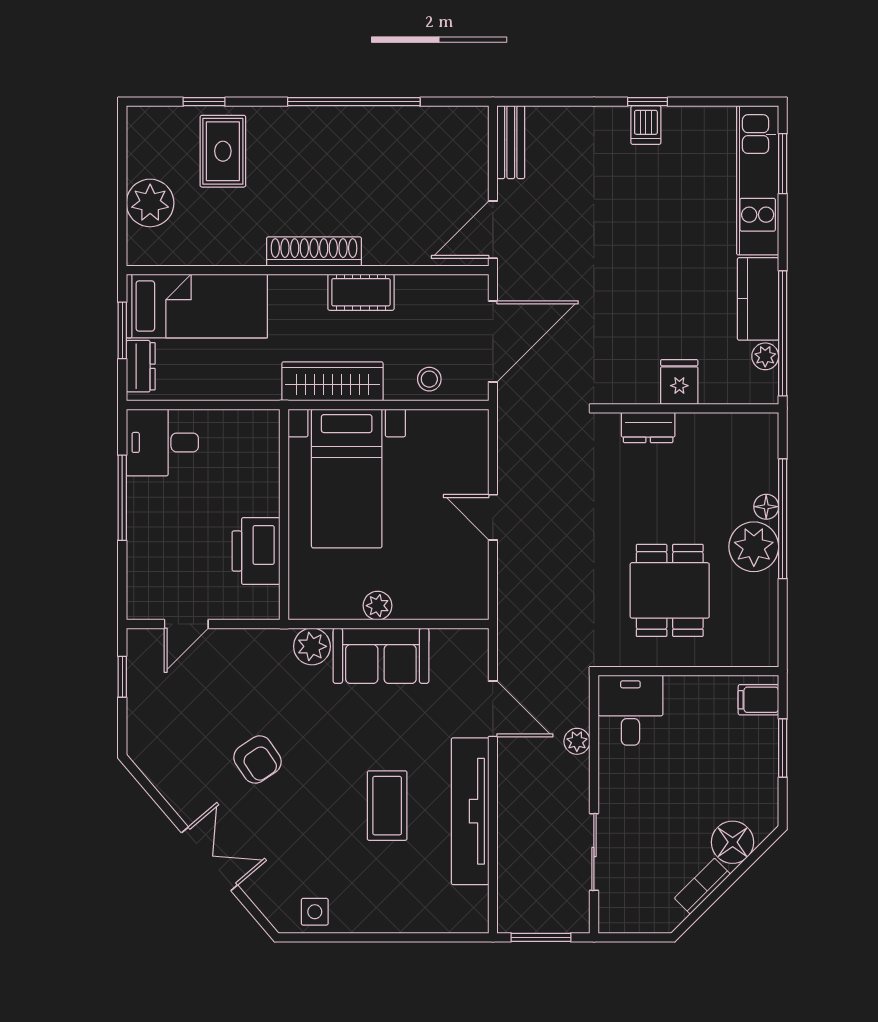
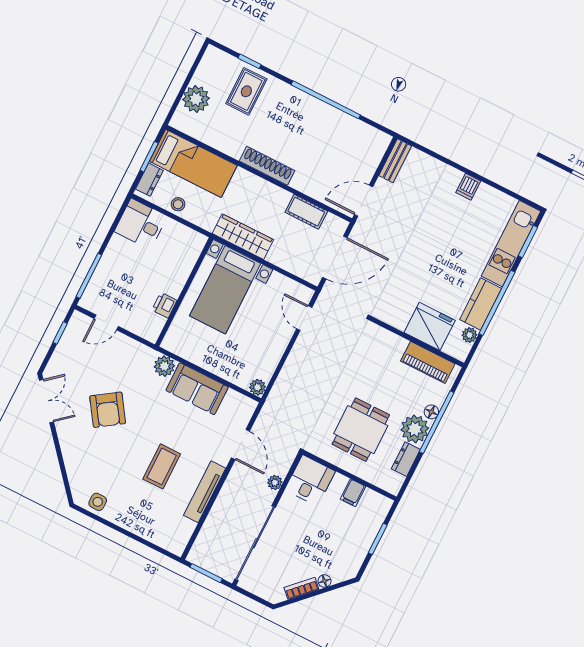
window: (648, 102) -> (475, 175), removed
cot: (361, 292) -> (306, 212), moved
window: (783, 333) -> (497, 303), moved
stool: (429, 379) -> (178, 204), moved
fridge: (679, 382) -> (430, 326), width x1.88, depth x1.34
dresser: (648, 427) -> (406, 459), moved, turned 90
piano: (721, 432) -> (428, 362), added
window: (122, 498) -> (89, 276), moved
door: (493, 517) -> (304, 318), moved
printer: (256, 551) -> (164, 305), width x0.53, depth x0.68
plant: (378, 606) -> (258, 387), moved
filing cabinet: (758, 700) -> (353, 493), moved, turned -90
armchair: (258, 760) -> (108, 410), width x1.38, depth x1.38
tv unit: (470, 811) -> (205, 492), width x0.73, depth x0.78
floor lamp: (733, 842) -> (324, 581), width x0.53, depth x0.53
sliding door: (594, 852) -> (255, 543), width x1.86
double door: (210, 859) -> (46, 401), moved

